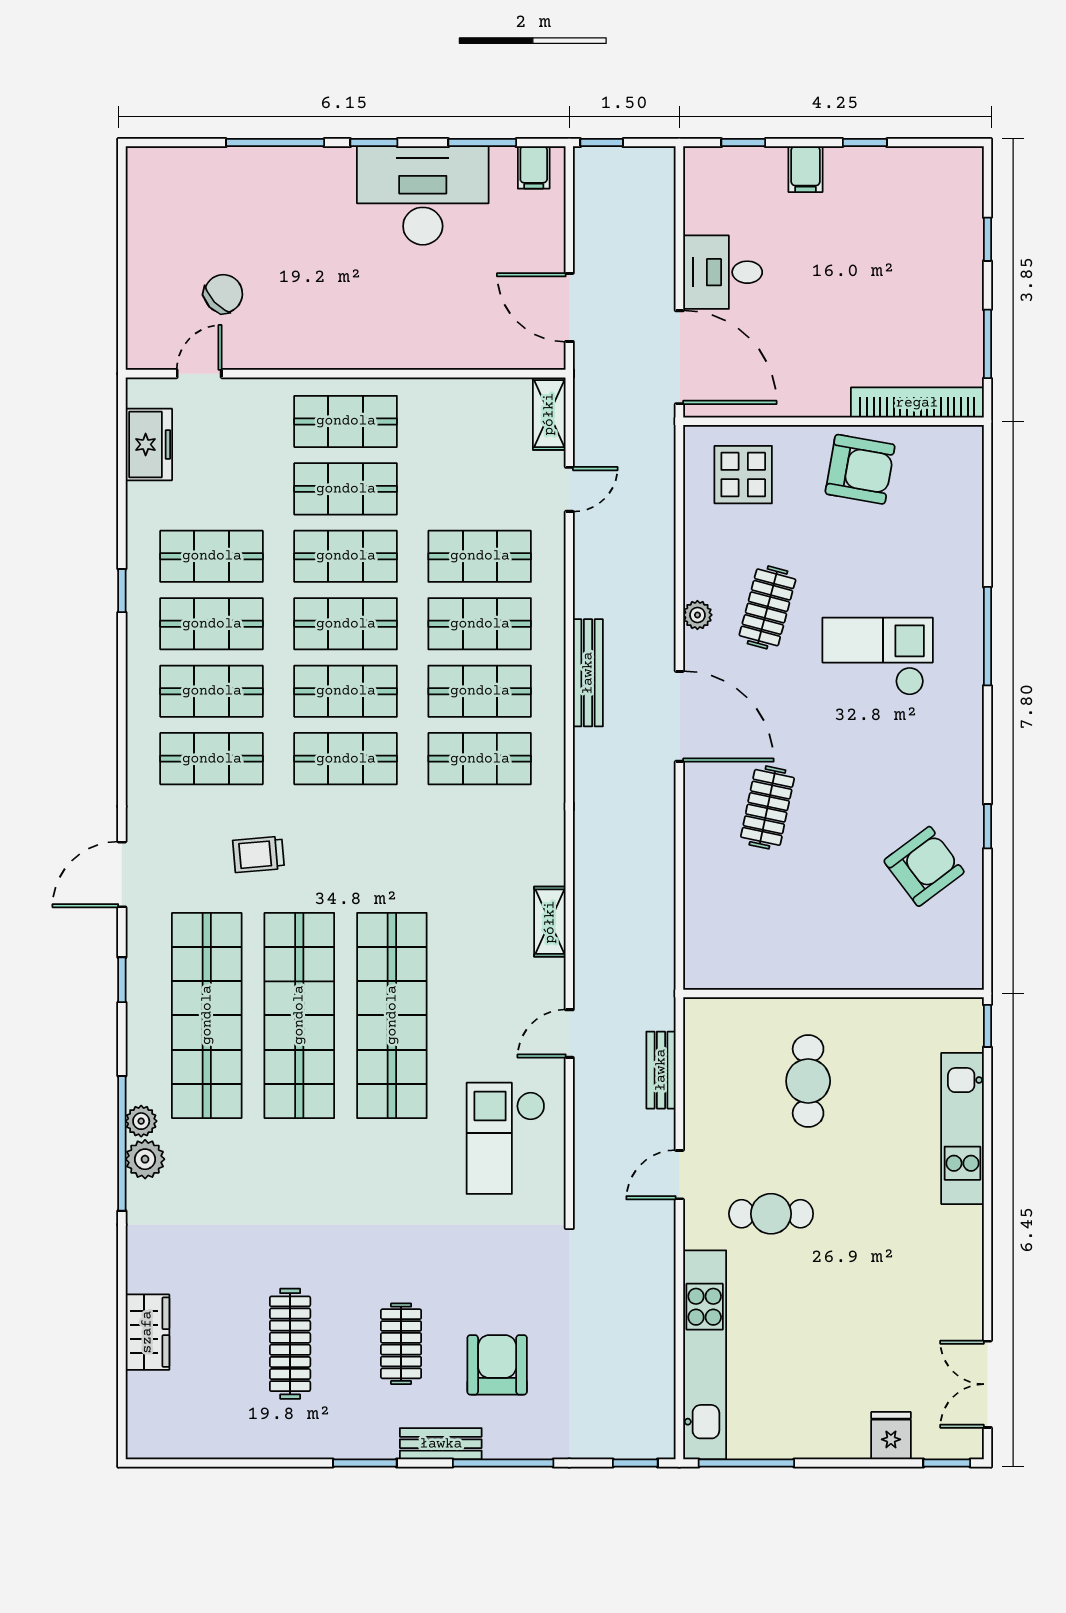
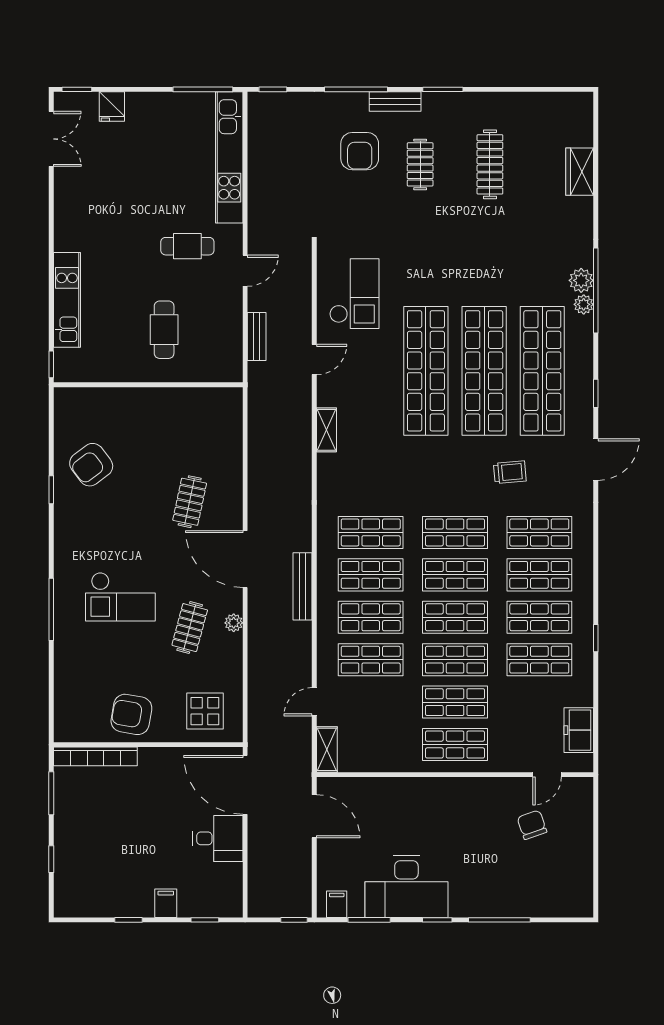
chair: (223, 294) -> (532, 825), turned 114

